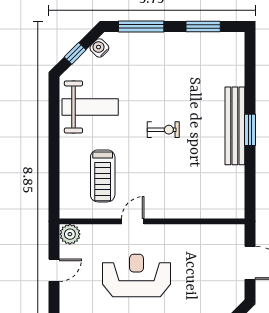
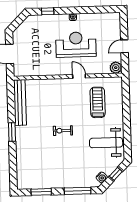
bench: (235, 126) -> (20, 103), moved
door: (133, 221) -> (79, 76), swing flipped
reception desk: (137, 276) -> (76, 45), turned 180

